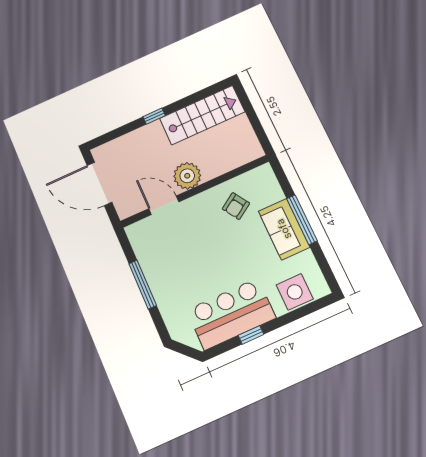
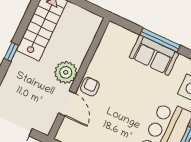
door: (164, 205) -> (67, 103), swing flipped
armchair: (236, 206) -> (90, 87), moved, turned -147

